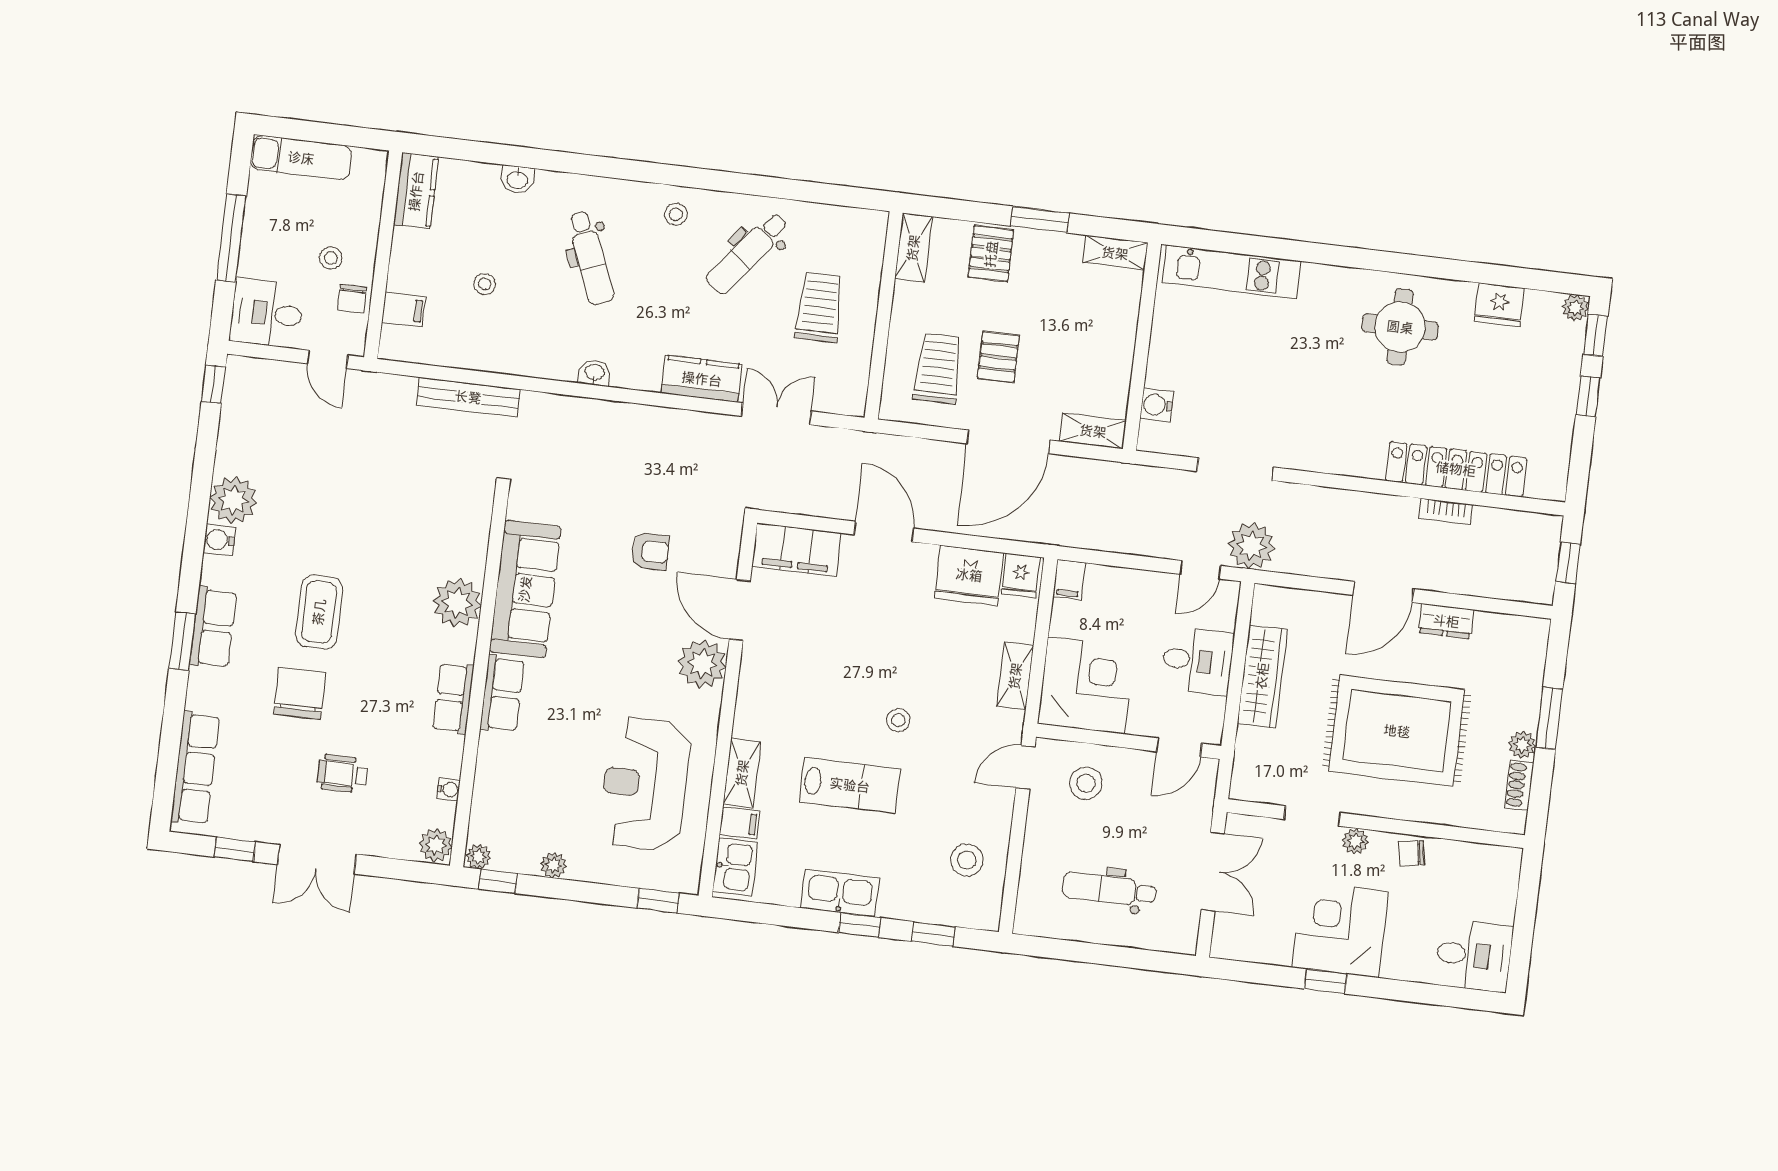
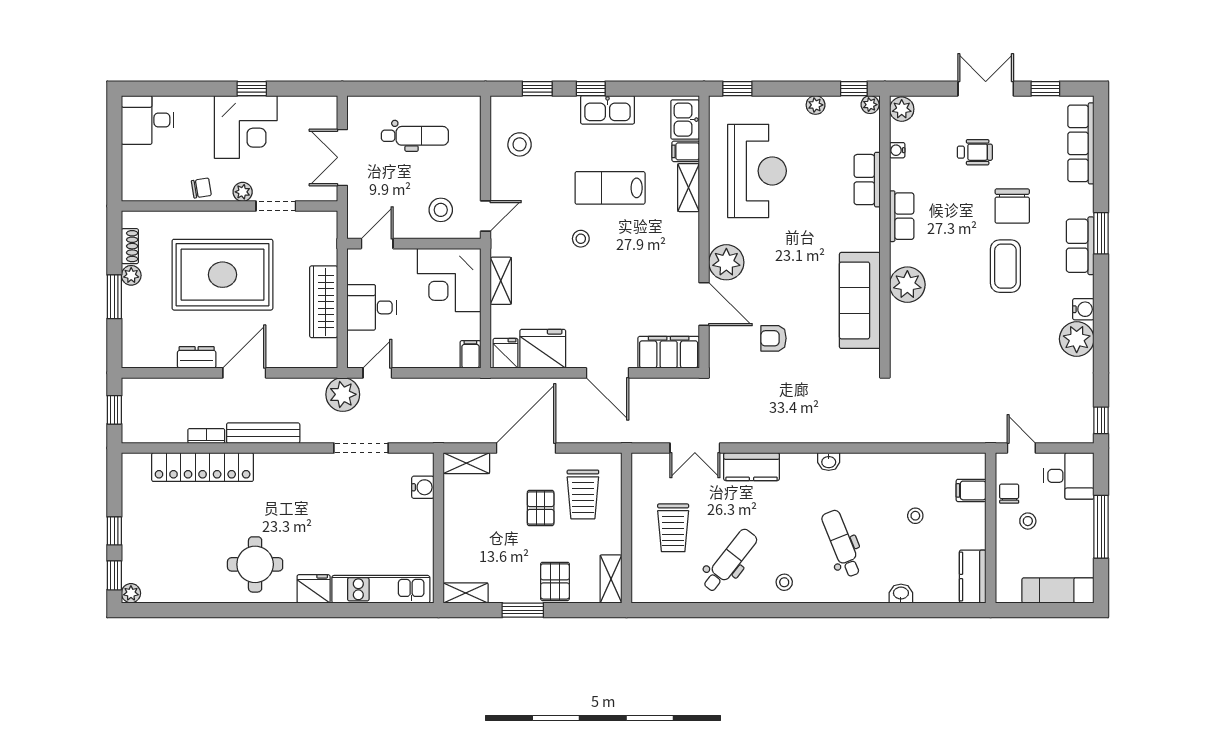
fridge: (1499, 305) -> (314, 589), moved
bench: (468, 397) -> (263, 433), moved
row of seats: (502, 694) -> (867, 180), moved

